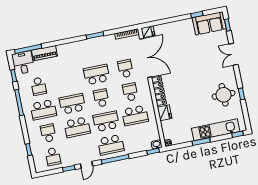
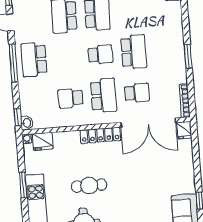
school desk: (130, 92) -> (104, 95), width x1.85
cafe table: (196, 94) -> (89, 186), added
fridge: (165, 113) -> (43, 141), moved
school desk: (135, 115) -> (70, 98), width x0.54
school desk: (106, 121) -> (67, 57), removed

